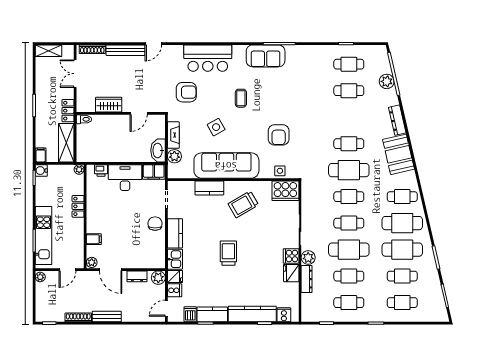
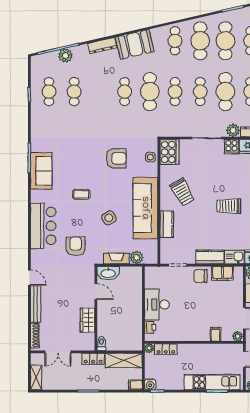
washbasin: (158, 150) -> (108, 273), moved
filing cabinet: (154, 172) -> (222, 273), moved, turned 90
locker: (78, 206) -> (166, 349), moved

